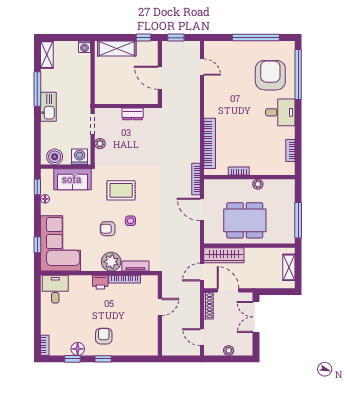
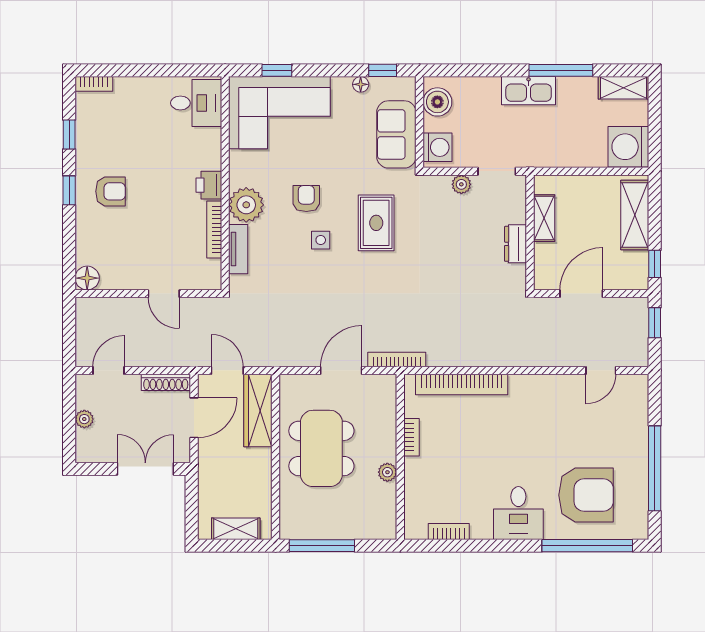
washing machine: (84, 47) -> (628, 147), width x1.89, depth x1.89
shelving: (118, 98) -> (544, 218), added
floor lamp: (78, 349) -> (87, 278), moved

